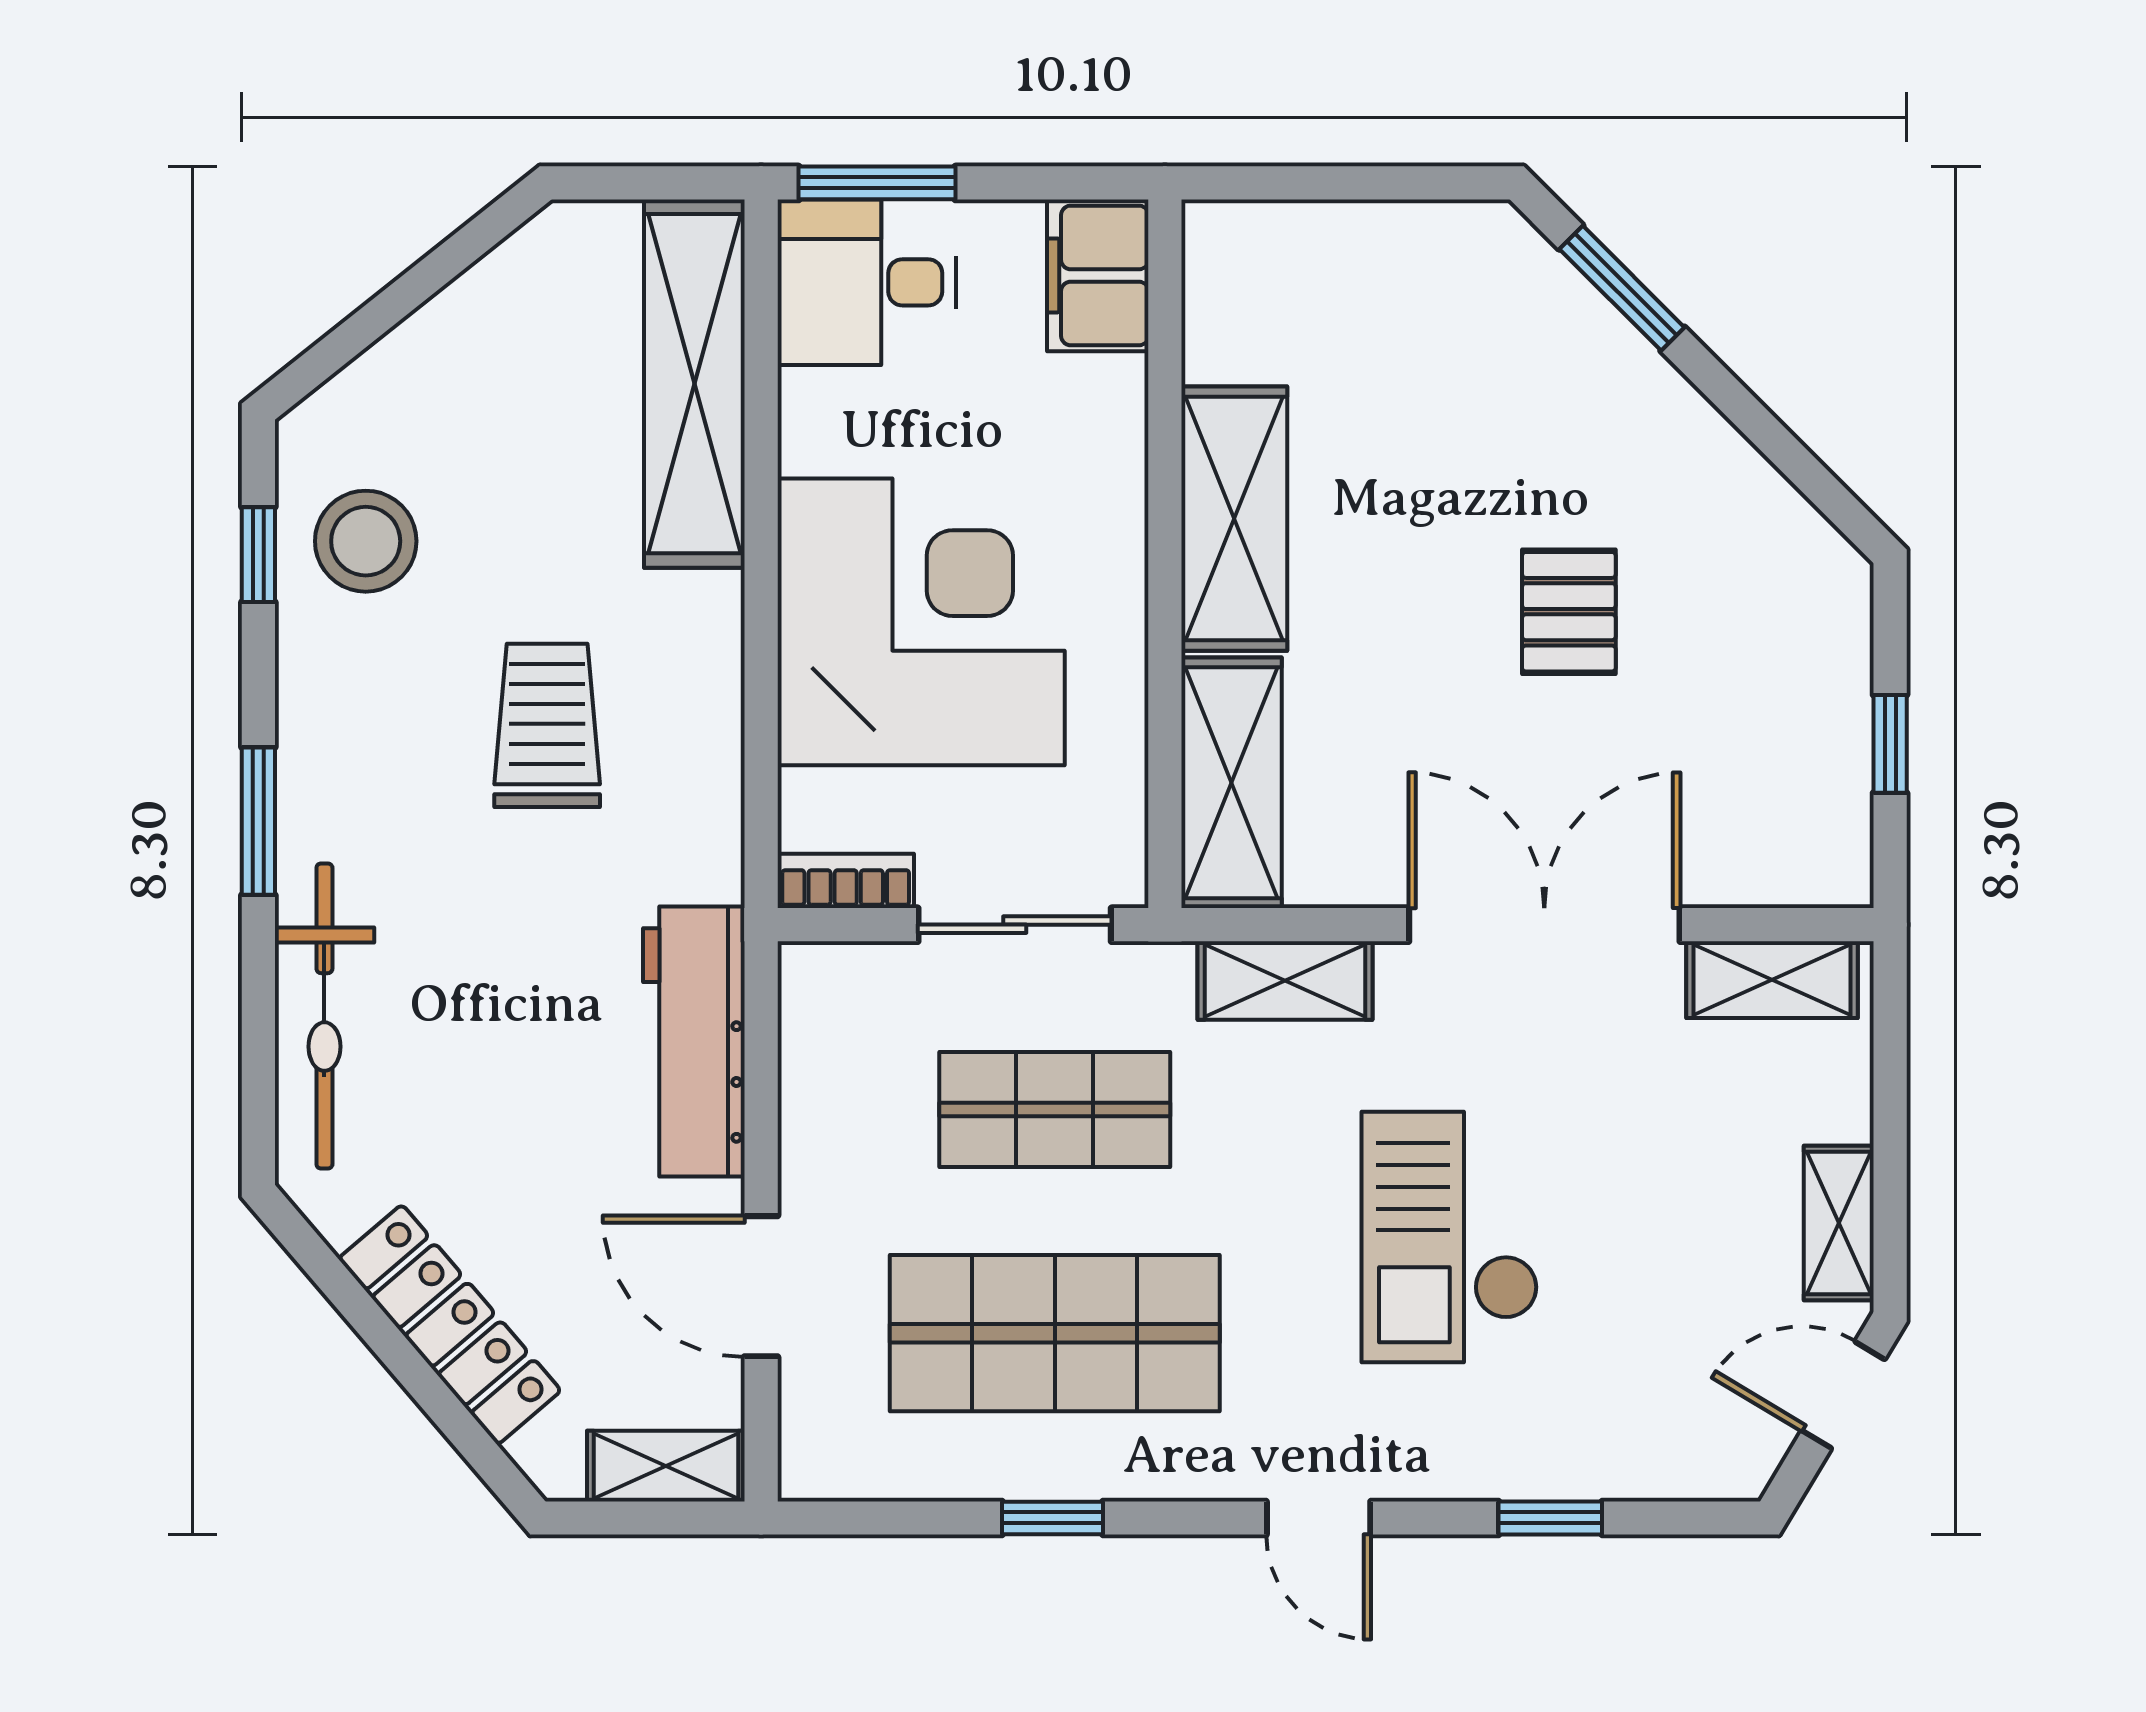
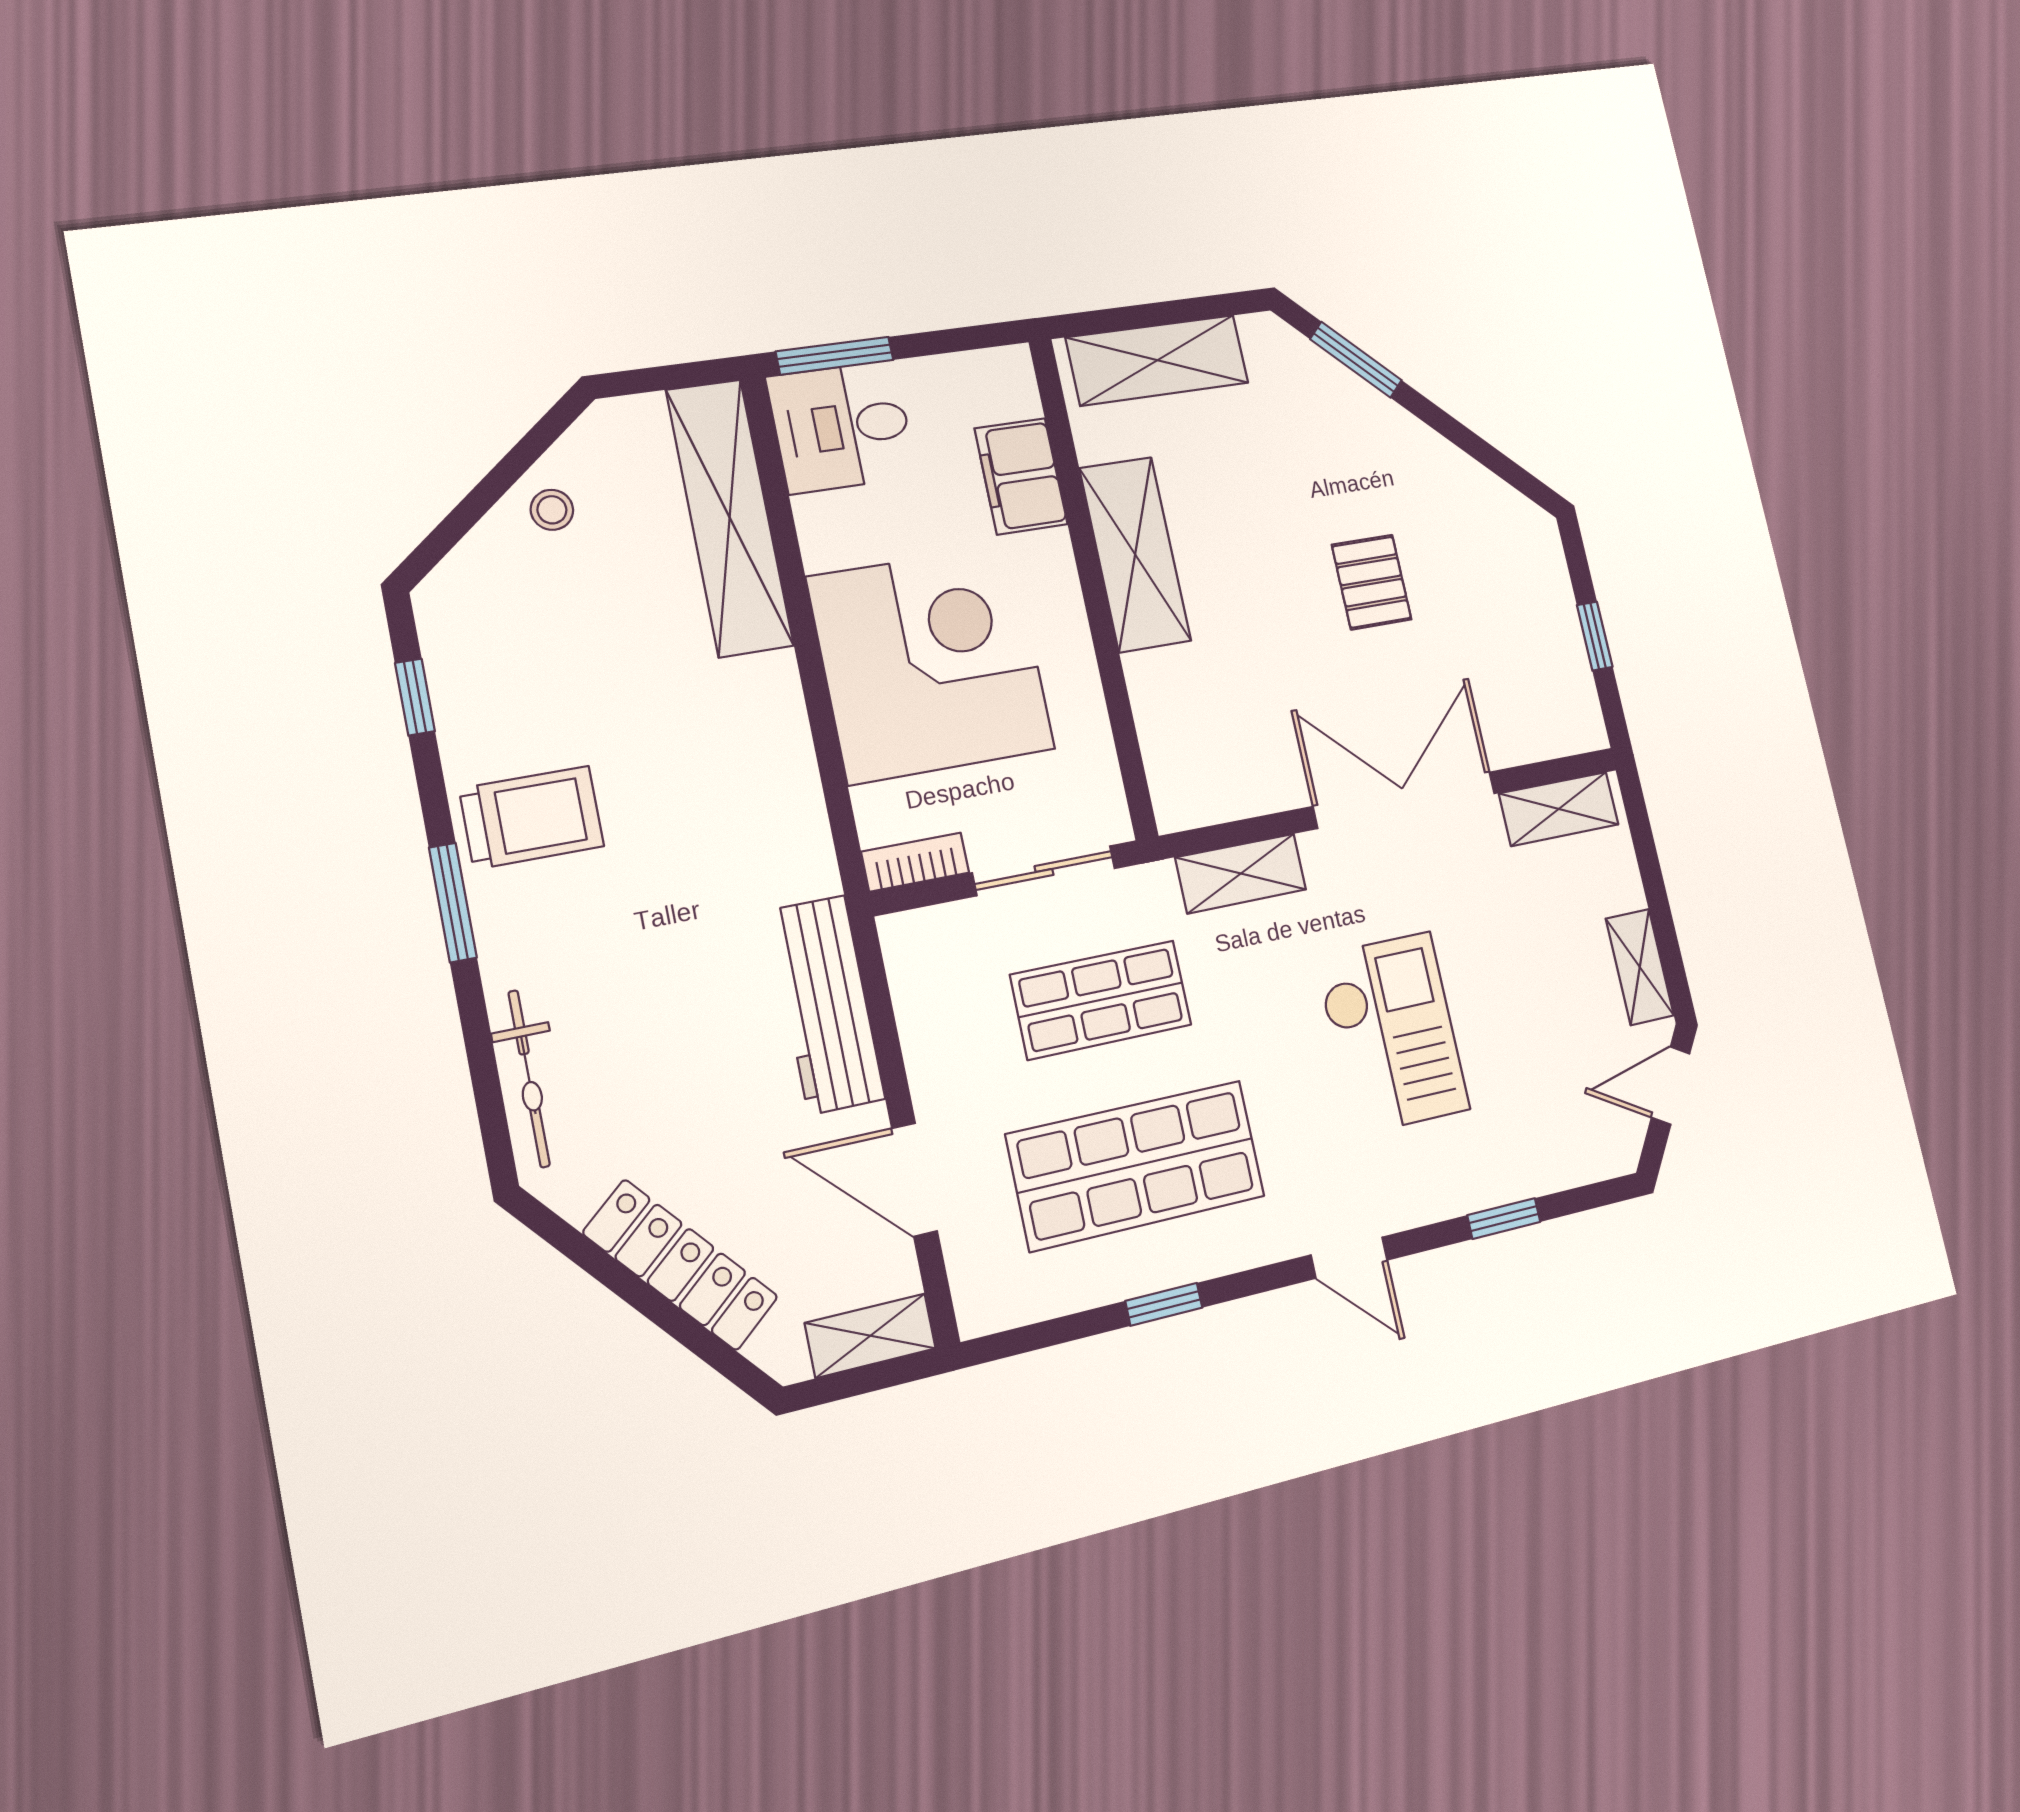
filing cabinet: (1098, 275) -> (1021, 476), moved
stool: (366, 541) -> (552, 510), moved, width x0.53, depth x0.53
trolley: (547, 725) -> (532, 818), moved, turned 90
shelving: (1231, 783) -> (1157, 360), moved, turned 90
bicycle: (324, 1016) -> (529, 1079), width x0.73, depth x0.71
checkout: (1450, 1237) -> (1392, 1033), turned 180

